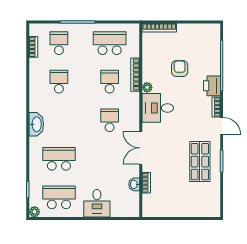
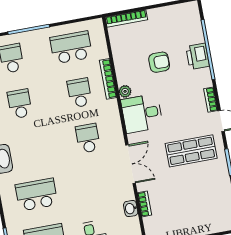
armchair: (180, 69) -> (159, 62), turned 90
printer: (212, 86) -> (198, 56), moved
double door: (141, 148) -> (131, 164), swing flipped
shop shelf: (200, 162) -> (191, 151), moved, turned 90

